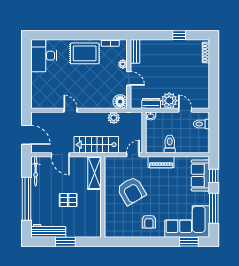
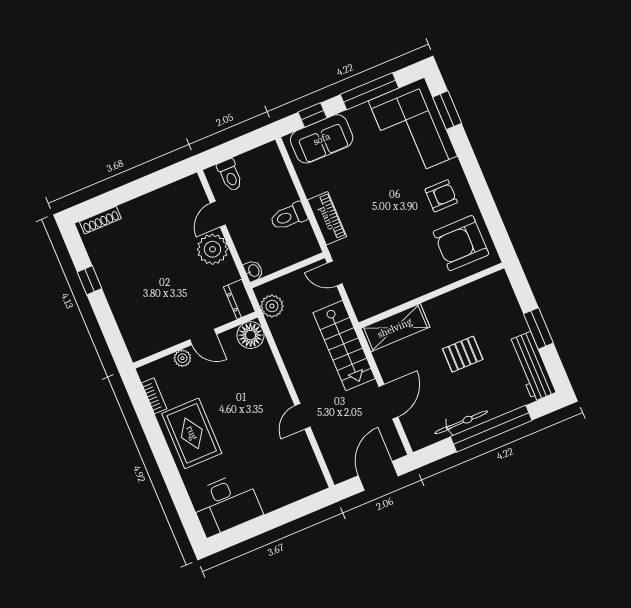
bench: (135, 51) -> (151, 346), removed
door: (129, 78) -> (203, 337), swing flipped
dresser: (151, 103) -> (239, 299), moved
plant: (114, 118) -> (272, 306), moved
bicycle: (36, 171) -> (461, 422), moved
armchair: (131, 191) -> (461, 243), moved, turned -150
pallet: (68, 200) -> (463, 354), turned 90

